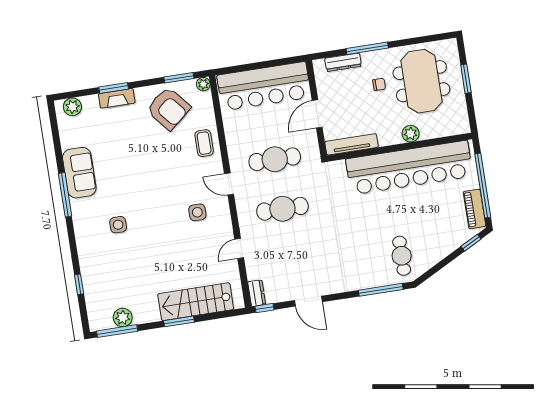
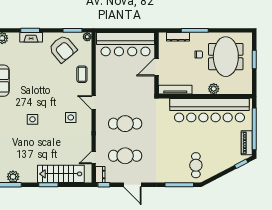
cafe table: (275, 159) -> (125, 156), moved
side table: (118, 225) -> (32, 119), moved
door: (239, 249) -> (94, 157), moved

